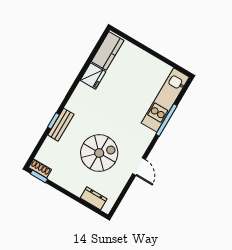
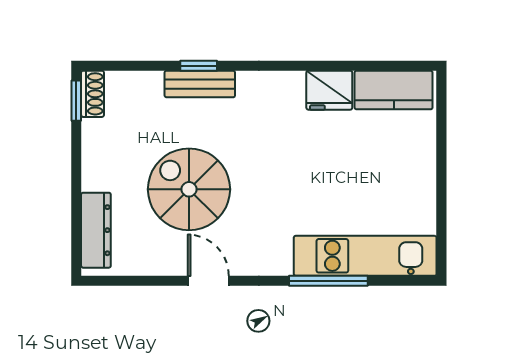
spiral stairs: (99, 153) -> (189, 189), turned 180
door: (139, 167) -> (208, 281), swing flipped
dresser: (94, 198) -> (96, 230), width x1.44

